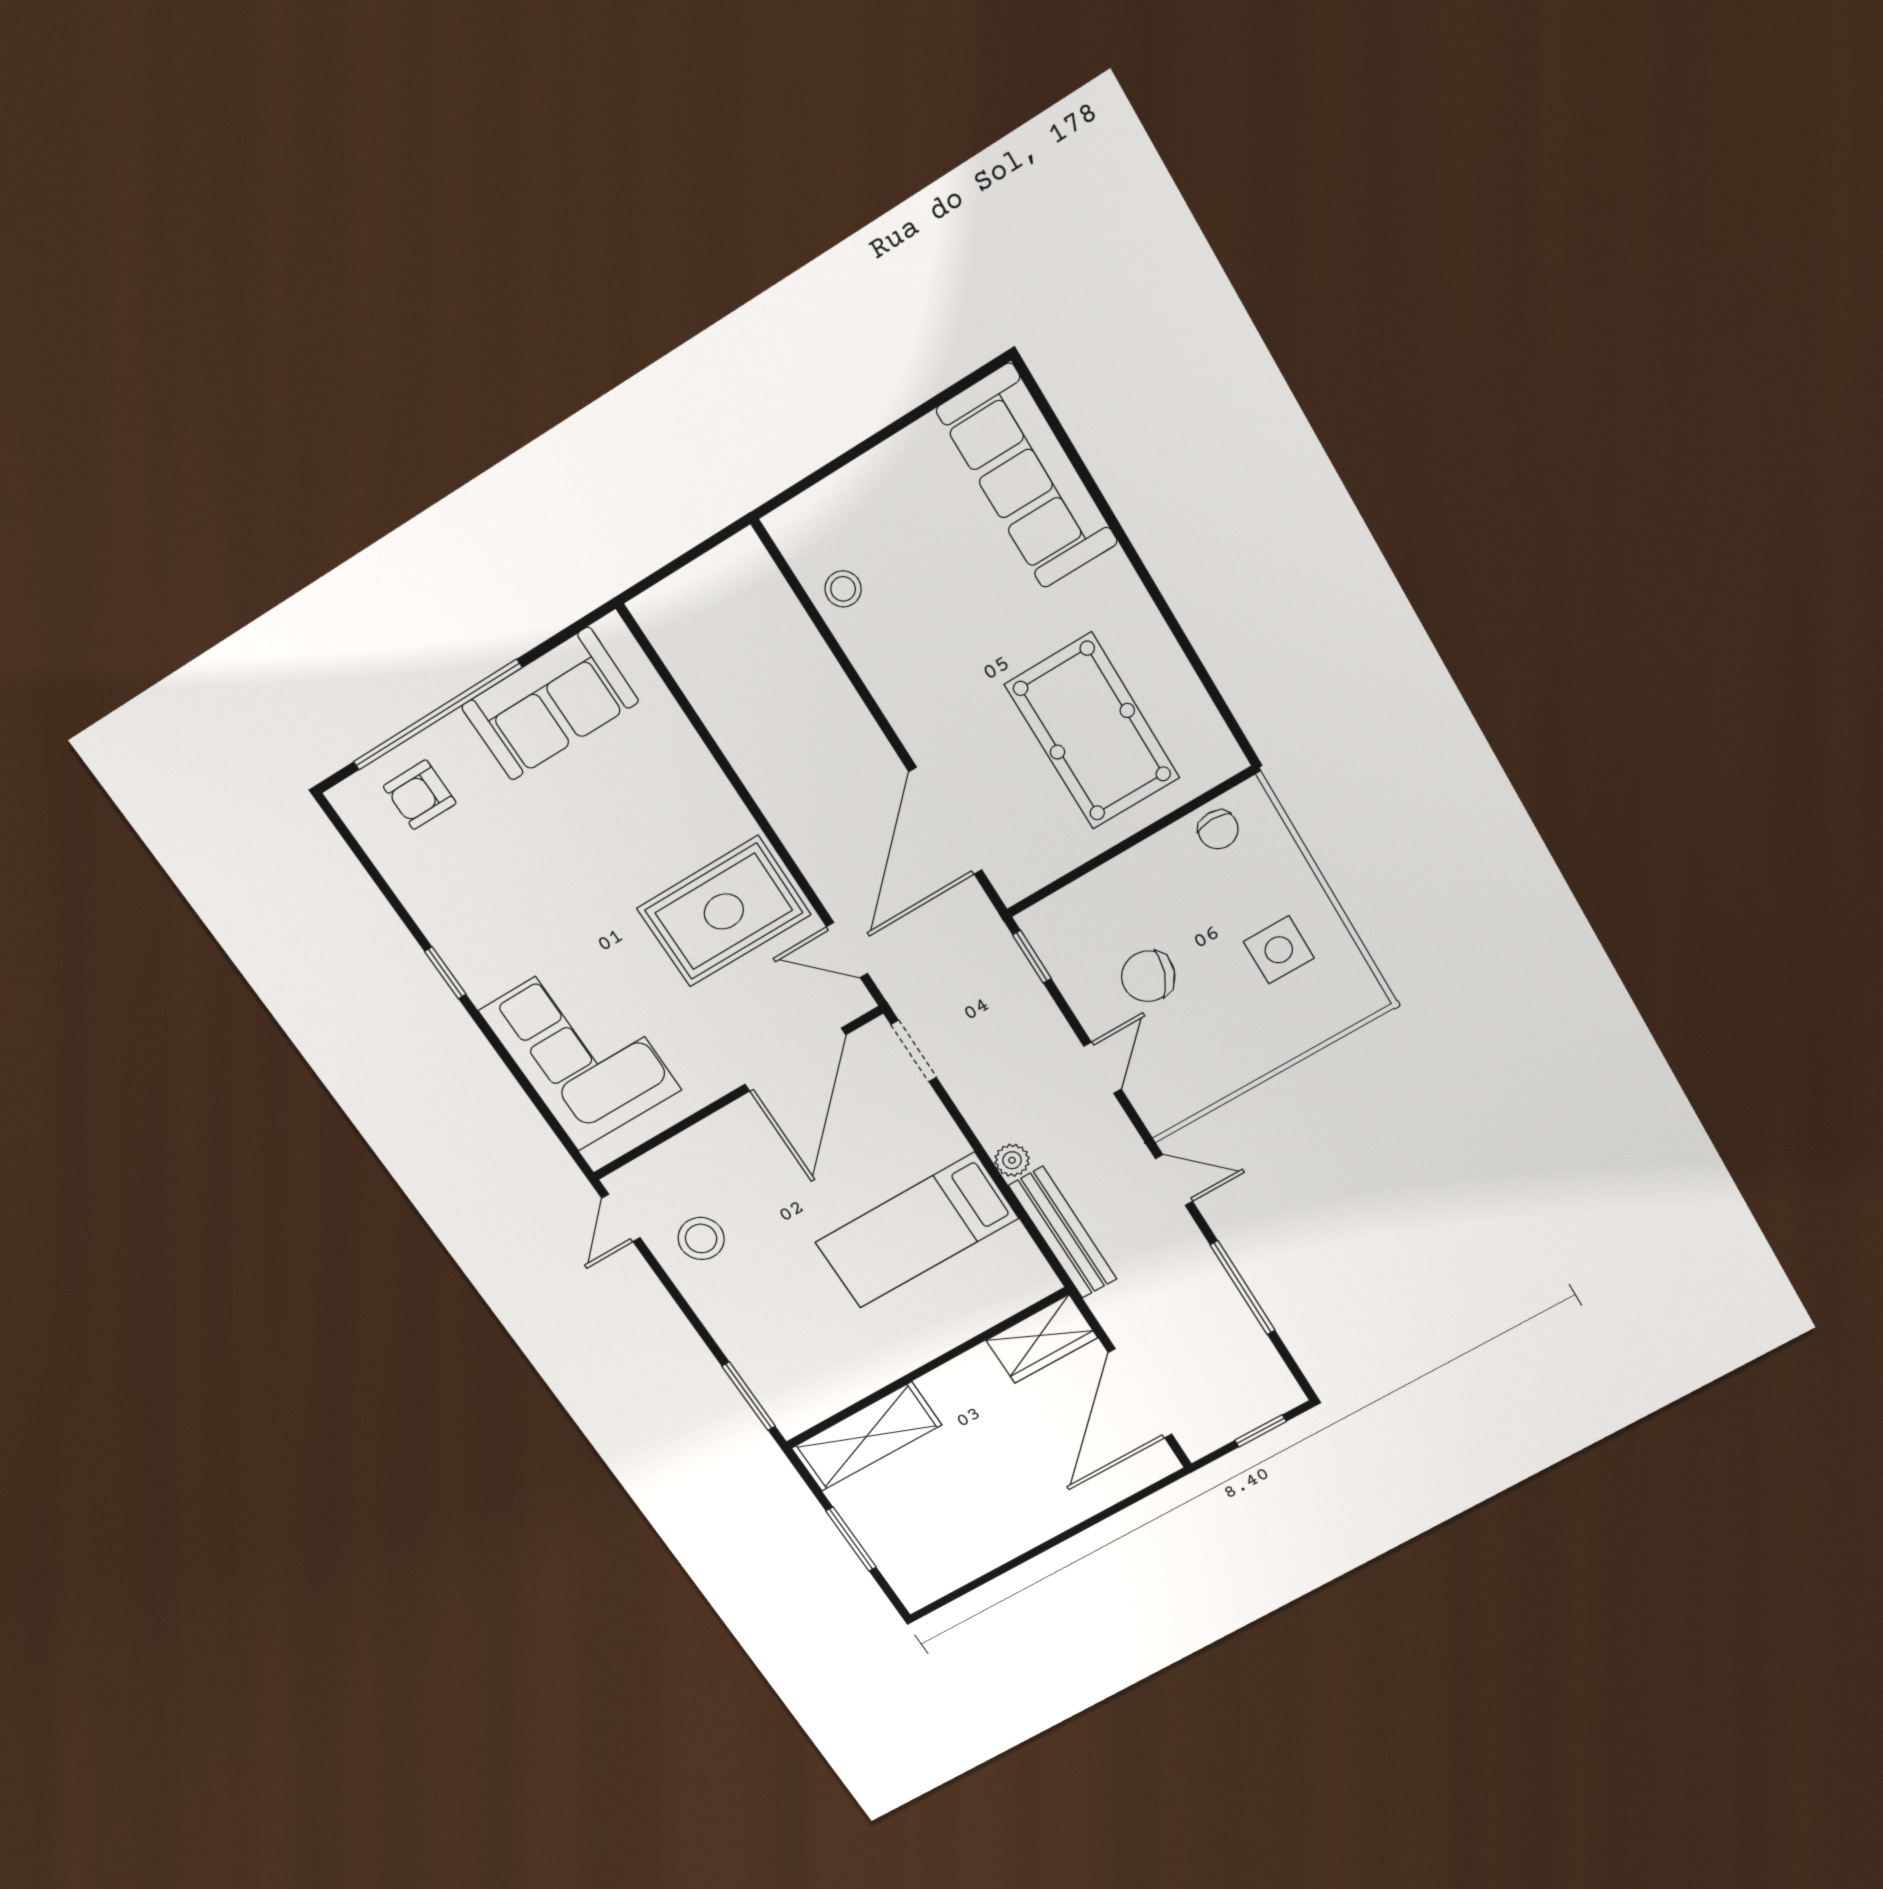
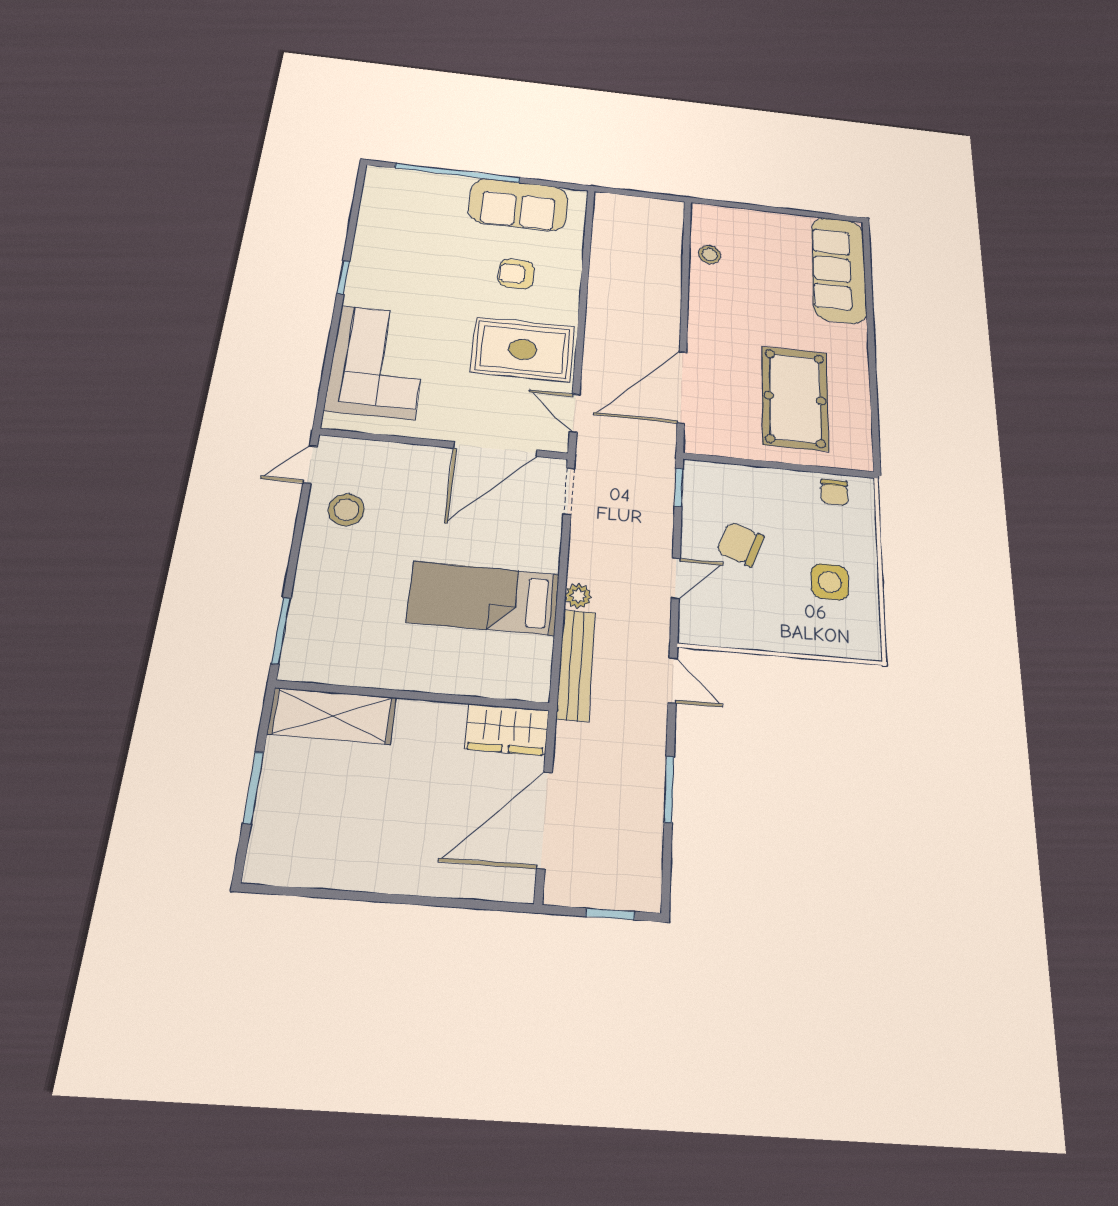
armchair: (420, 795) -> (516, 274), moved
window: (1243, 1288) -> (669, 789), width x0.69

